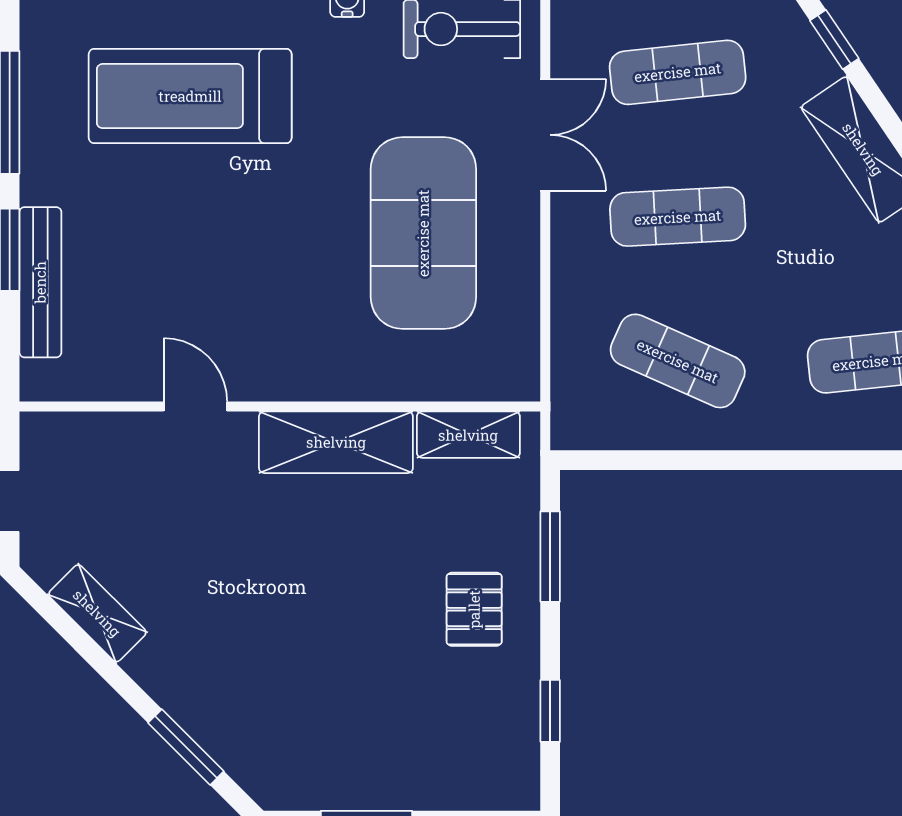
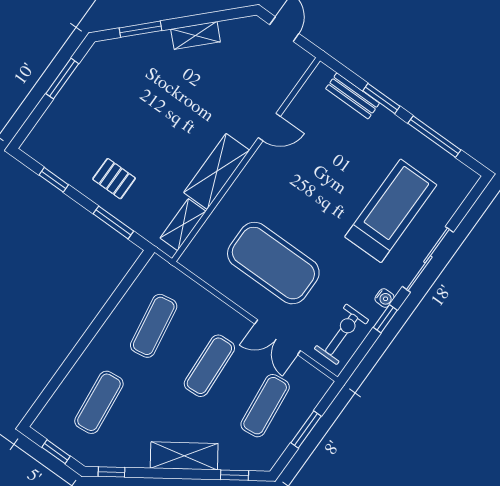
bench: (40, 282) -> (353, 96), width x0.73
exercise mat: (678, 361) -> (154, 326), turned -33
shelving: (97, 613) -> (196, 35), moved

